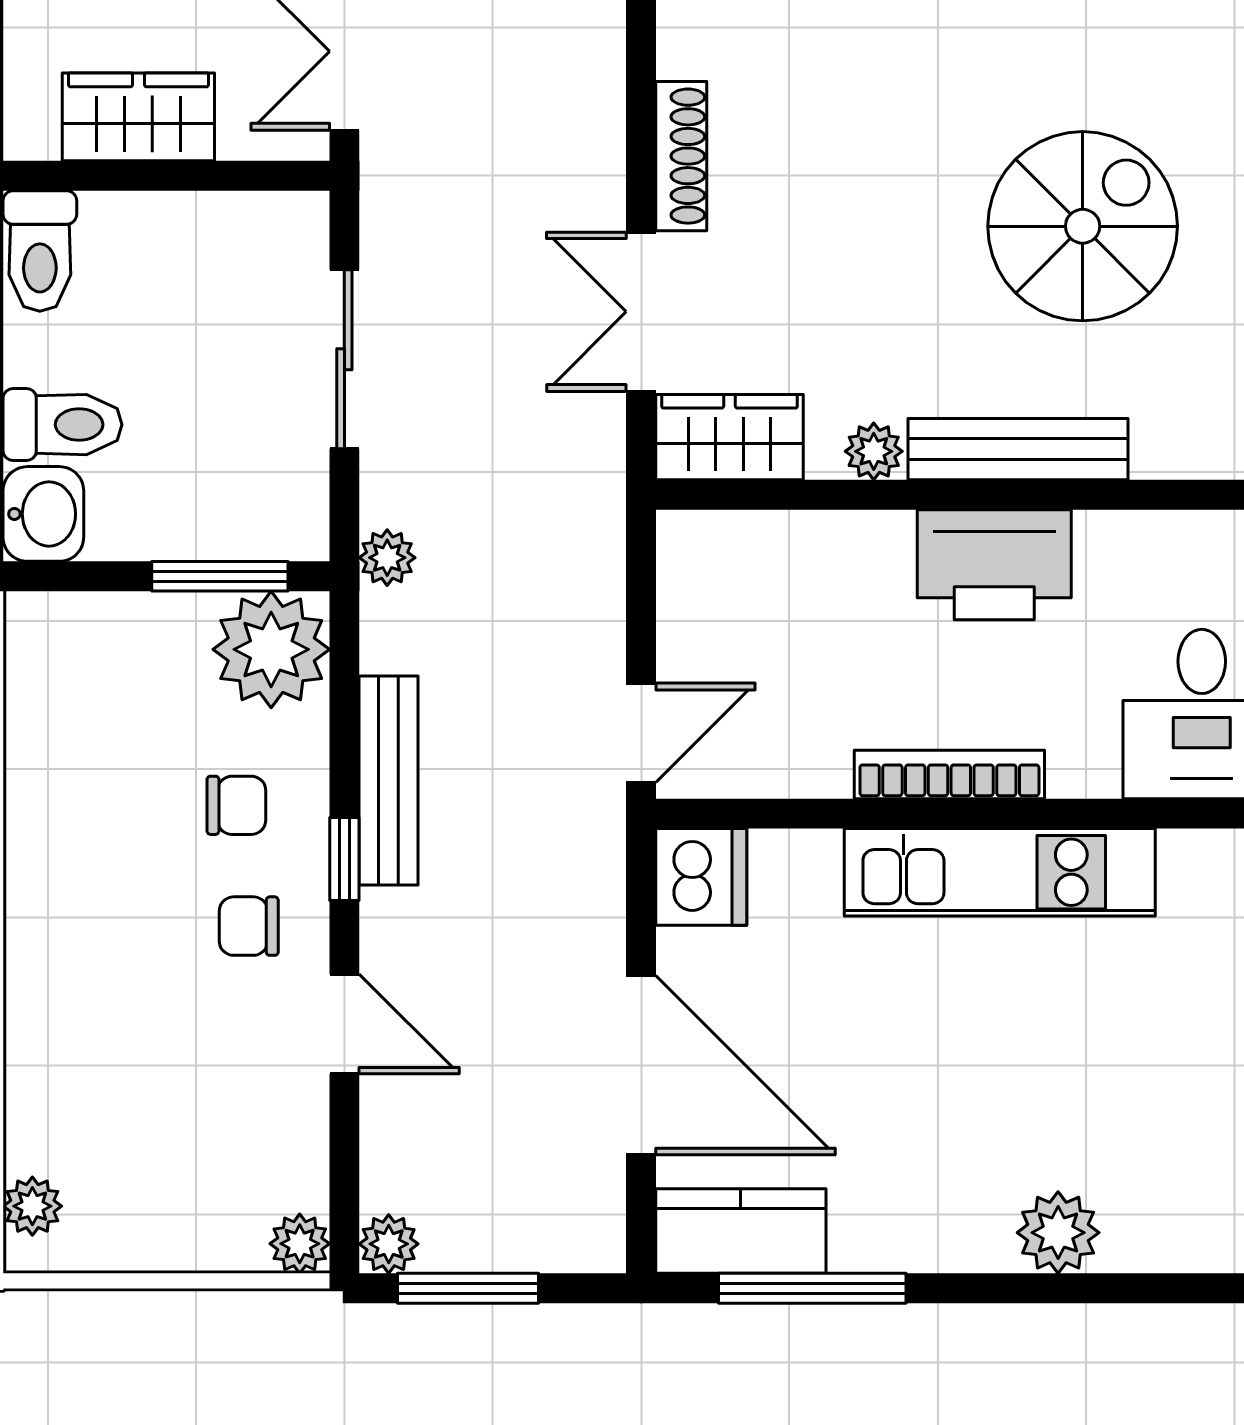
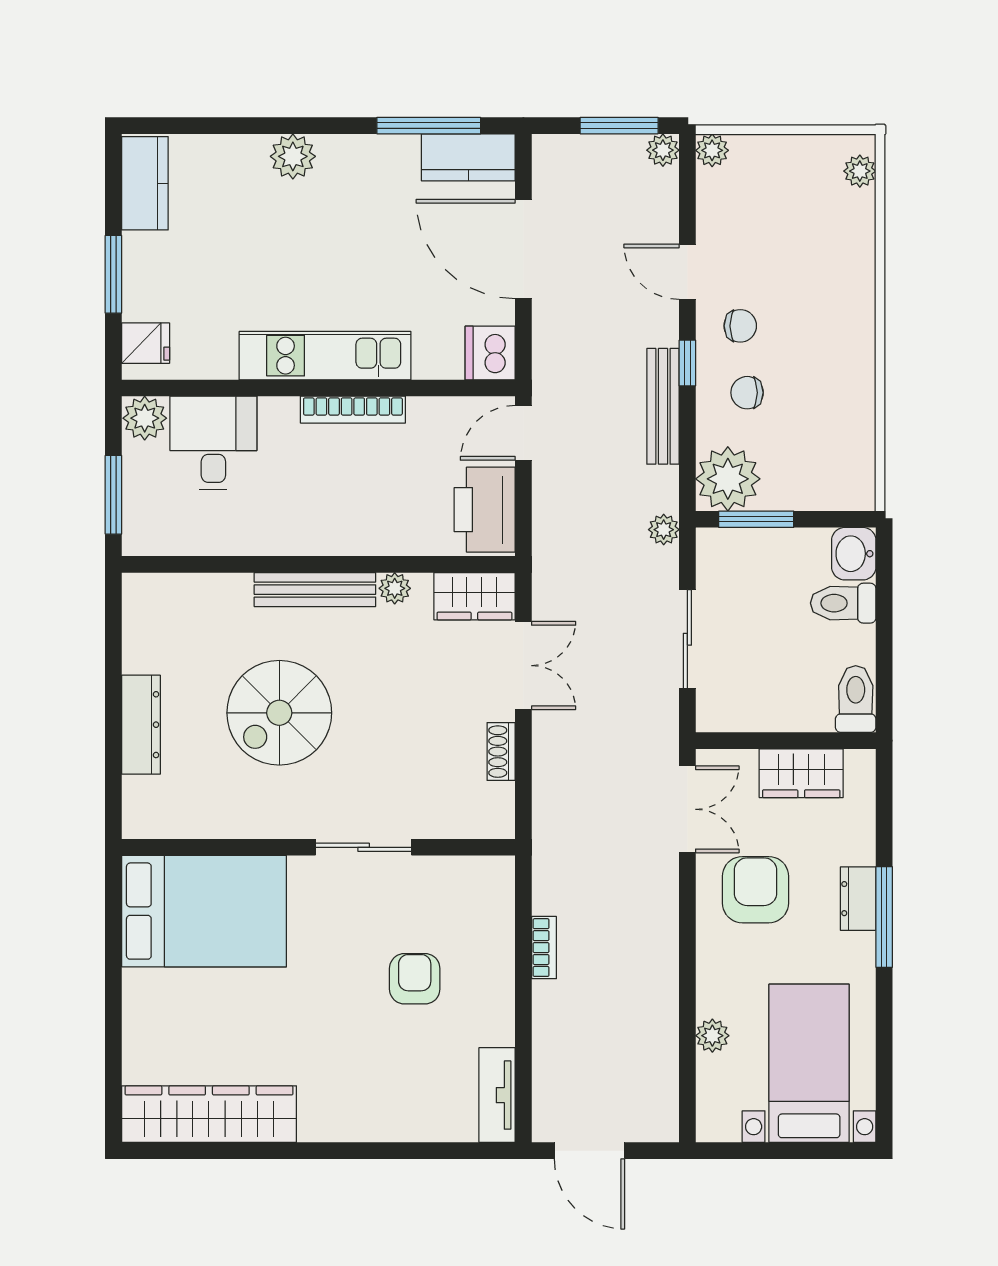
shoe rack: (681, 156) -> (501, 752), width x0.70
printer: (994, 565) -> (485, 510), moved, turned -90

